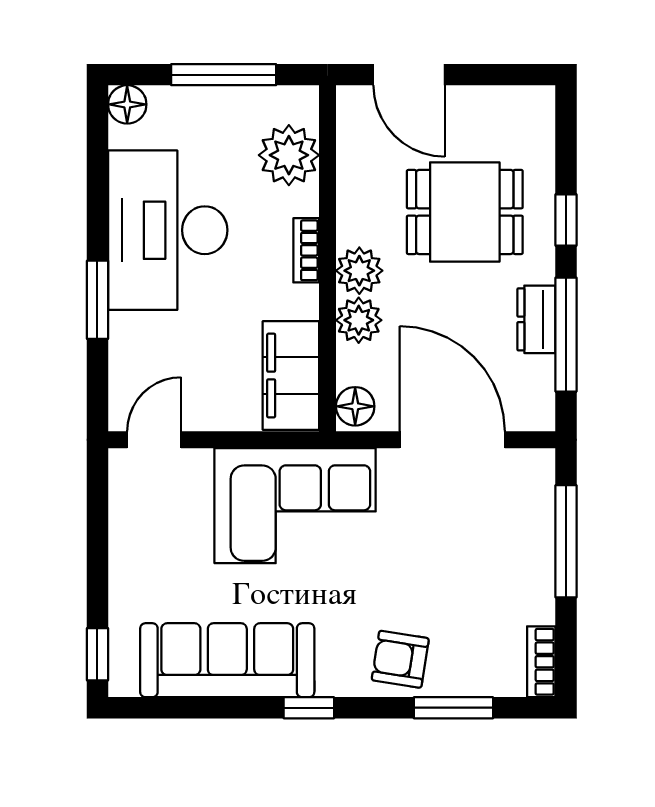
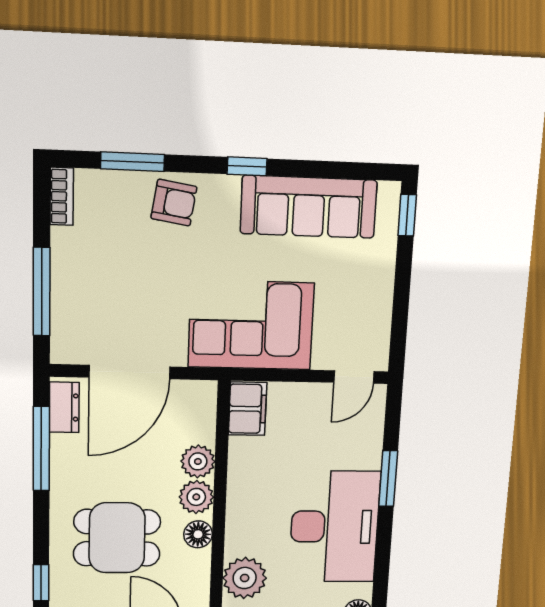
window: (566, 220) -> (41, 583), moved
bookcase: (306, 250) -> (235, 512), removed
dresser: (536, 319) -> (64, 407), moved
filing cabinet: (291, 376) -> (248, 409), width x0.67, depth x0.86
floor lamp: (355, 406) -> (198, 534), moved
door: (452, 440) -> (130, 372), hinge flipped

